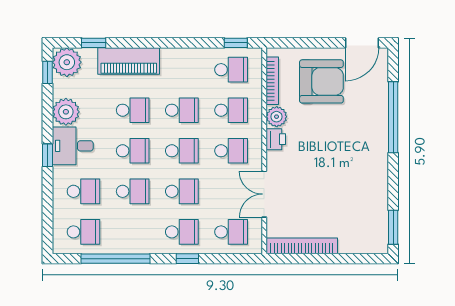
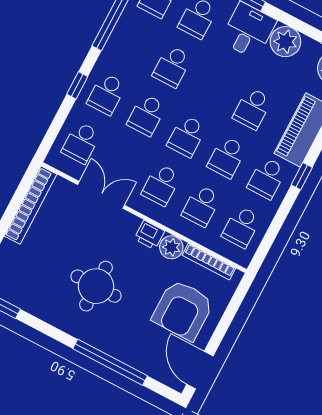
window: (236, 43) -> (302, 176), moved
school desk: (133, 151) -> (267, 178), moved
round table: (339, 160) -> (96, 286), added

